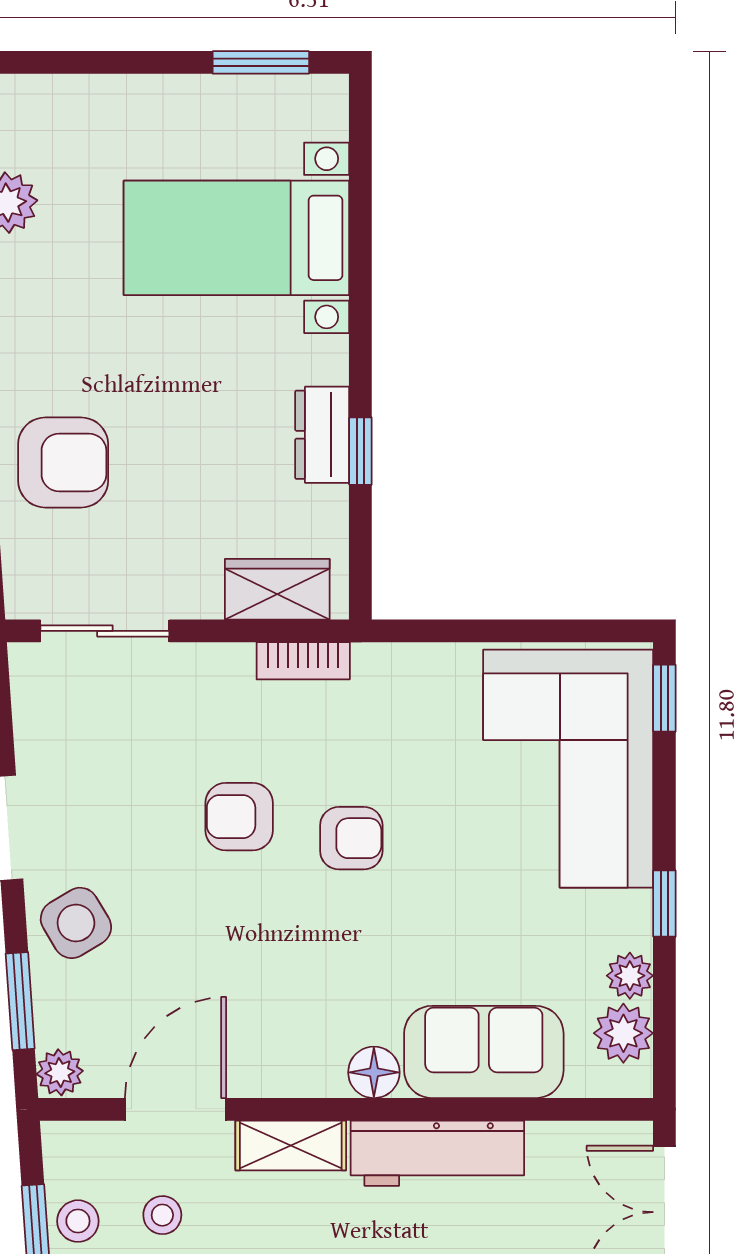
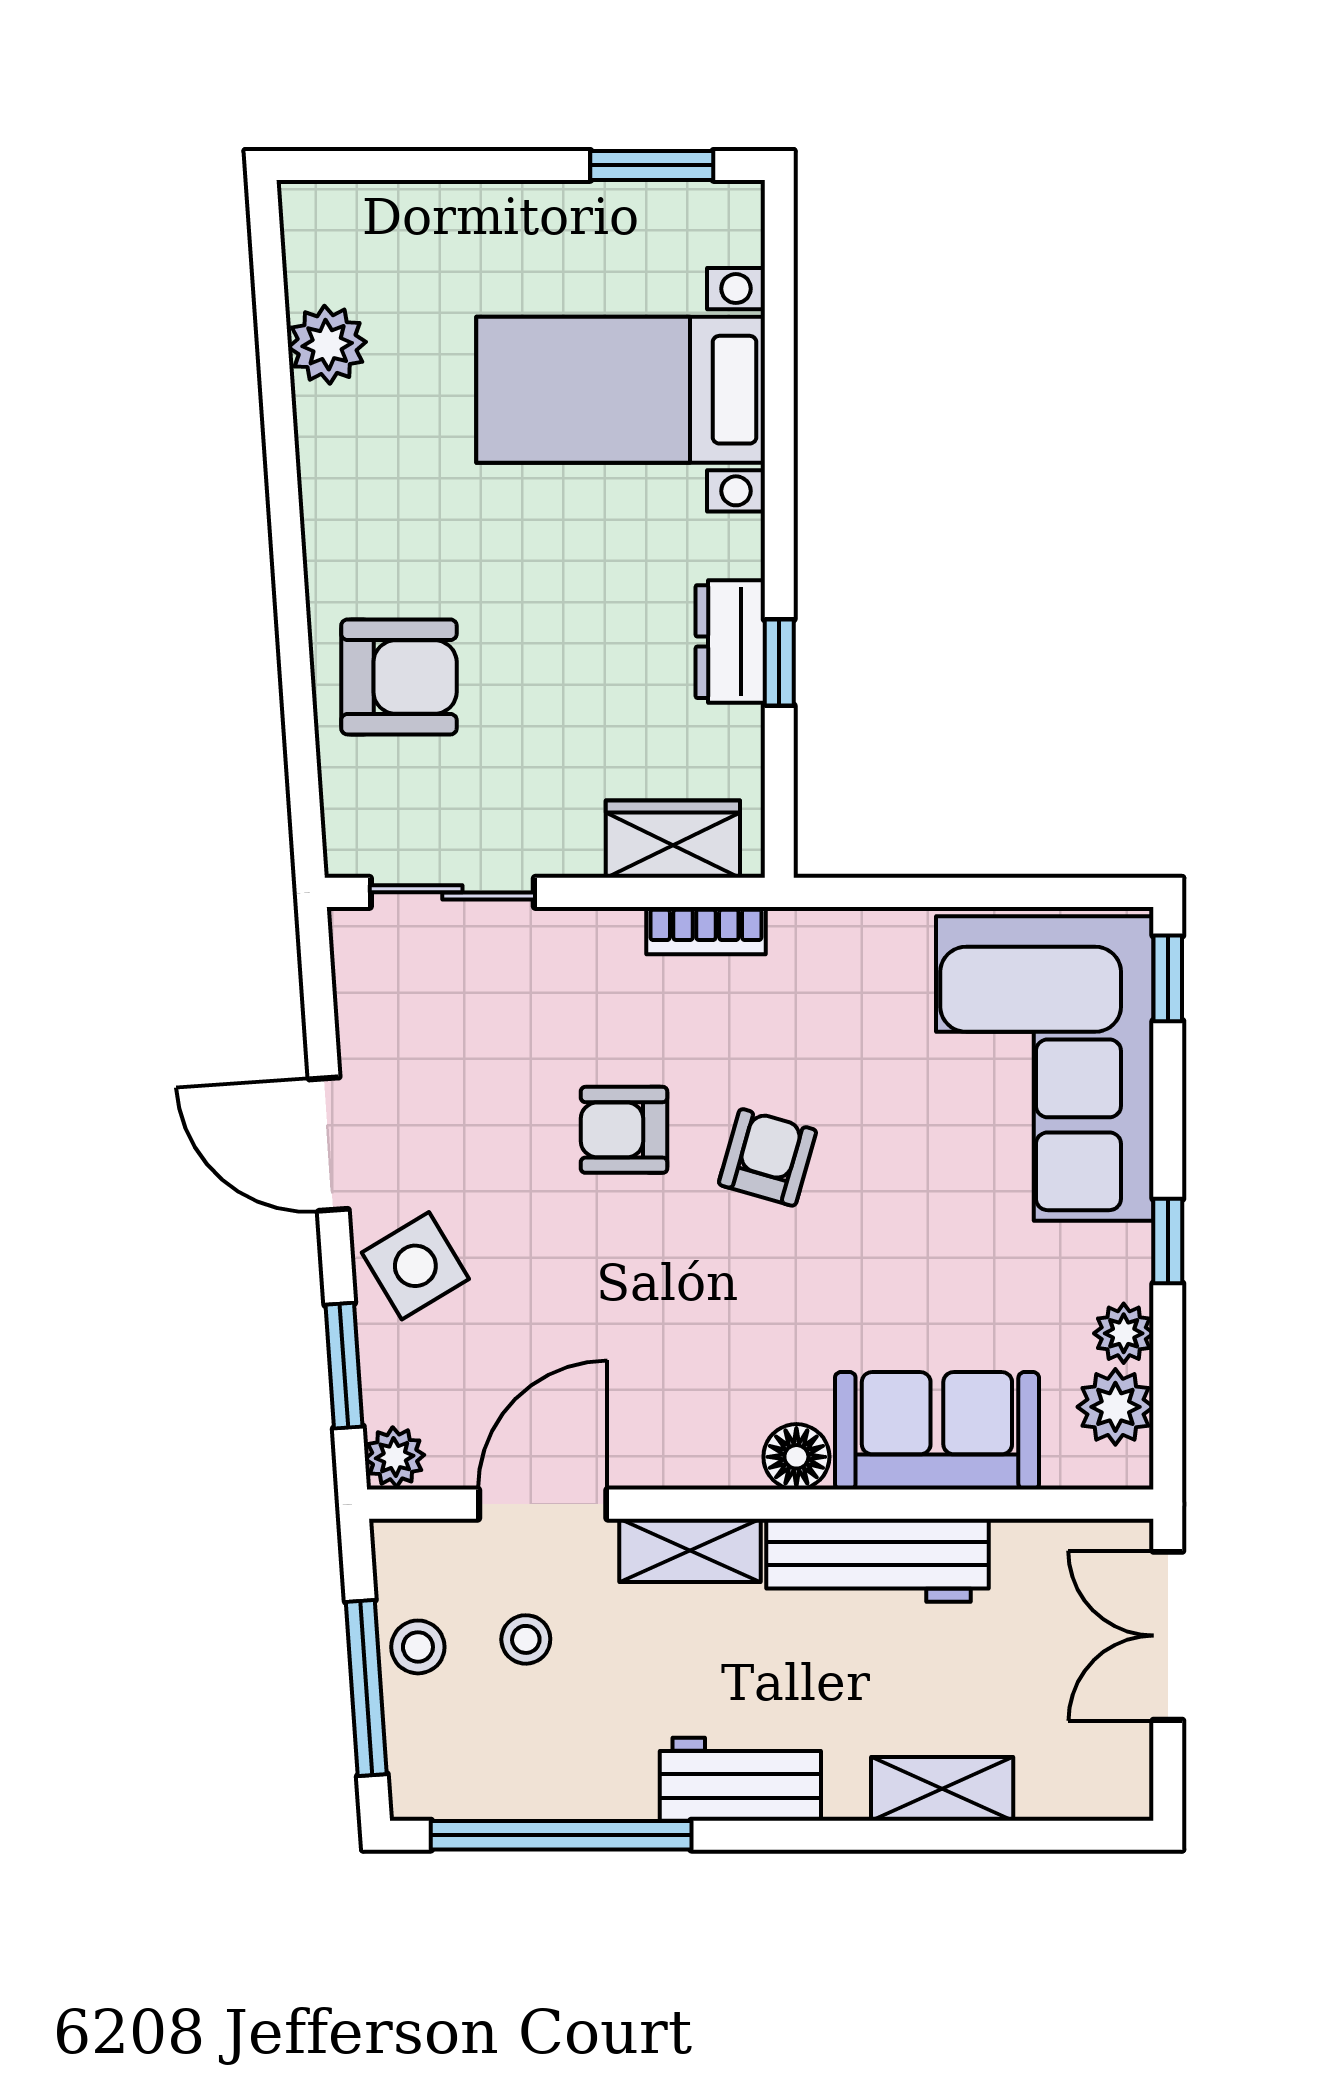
armchair: (351, 838) -> (767, 1157), turned -74

